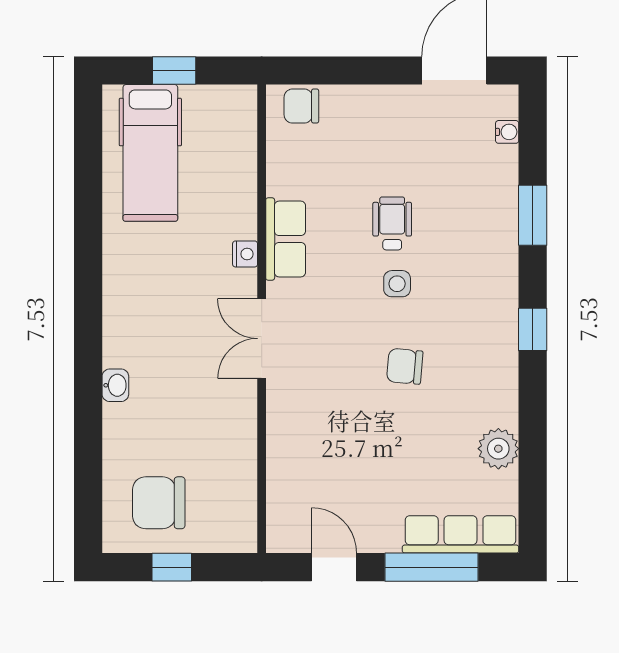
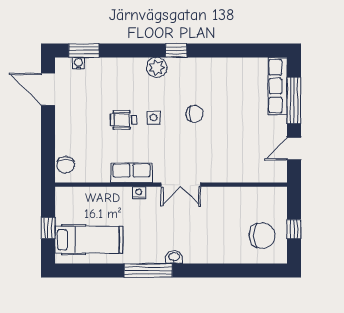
window: (533, 215) -> (84, 50), moved
window: (88, 273) -> (148, 270), added
chair: (405, 366) -> (194, 114), turned -95
washbasin: (115, 385) -> (174, 257), moved
plant: (498, 449) -> (157, 67), moved
chair: (159, 503) -> (262, 236), turned -90

